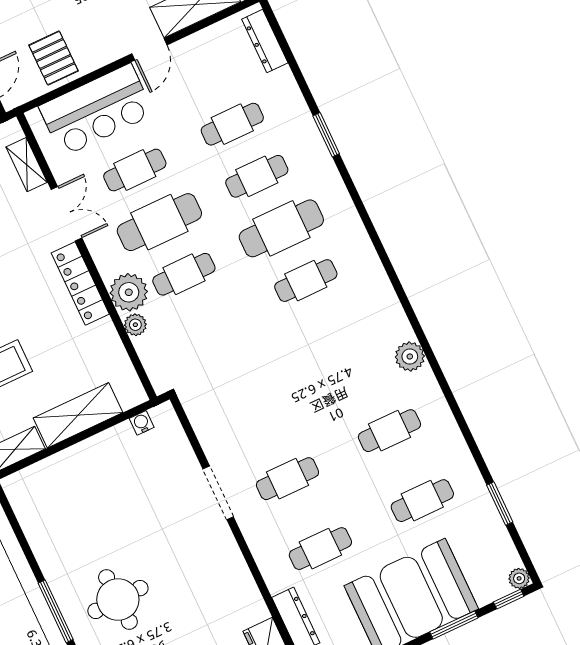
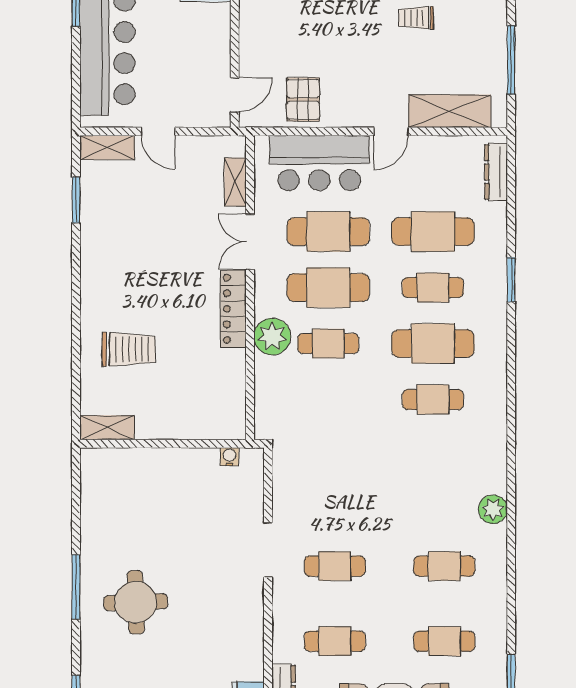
cafe table: (232, 124) -> (433, 232), width x1.37, depth x1.35
cafe table: (135, 170) -> (328, 232), width x1.37, depth x1.35
double door: (66, 214) -> (250, 242), swing flipped
plant: (135, 325) -> (265, 368), removed
shelving: (78, 415) -> (177, 424), removed

